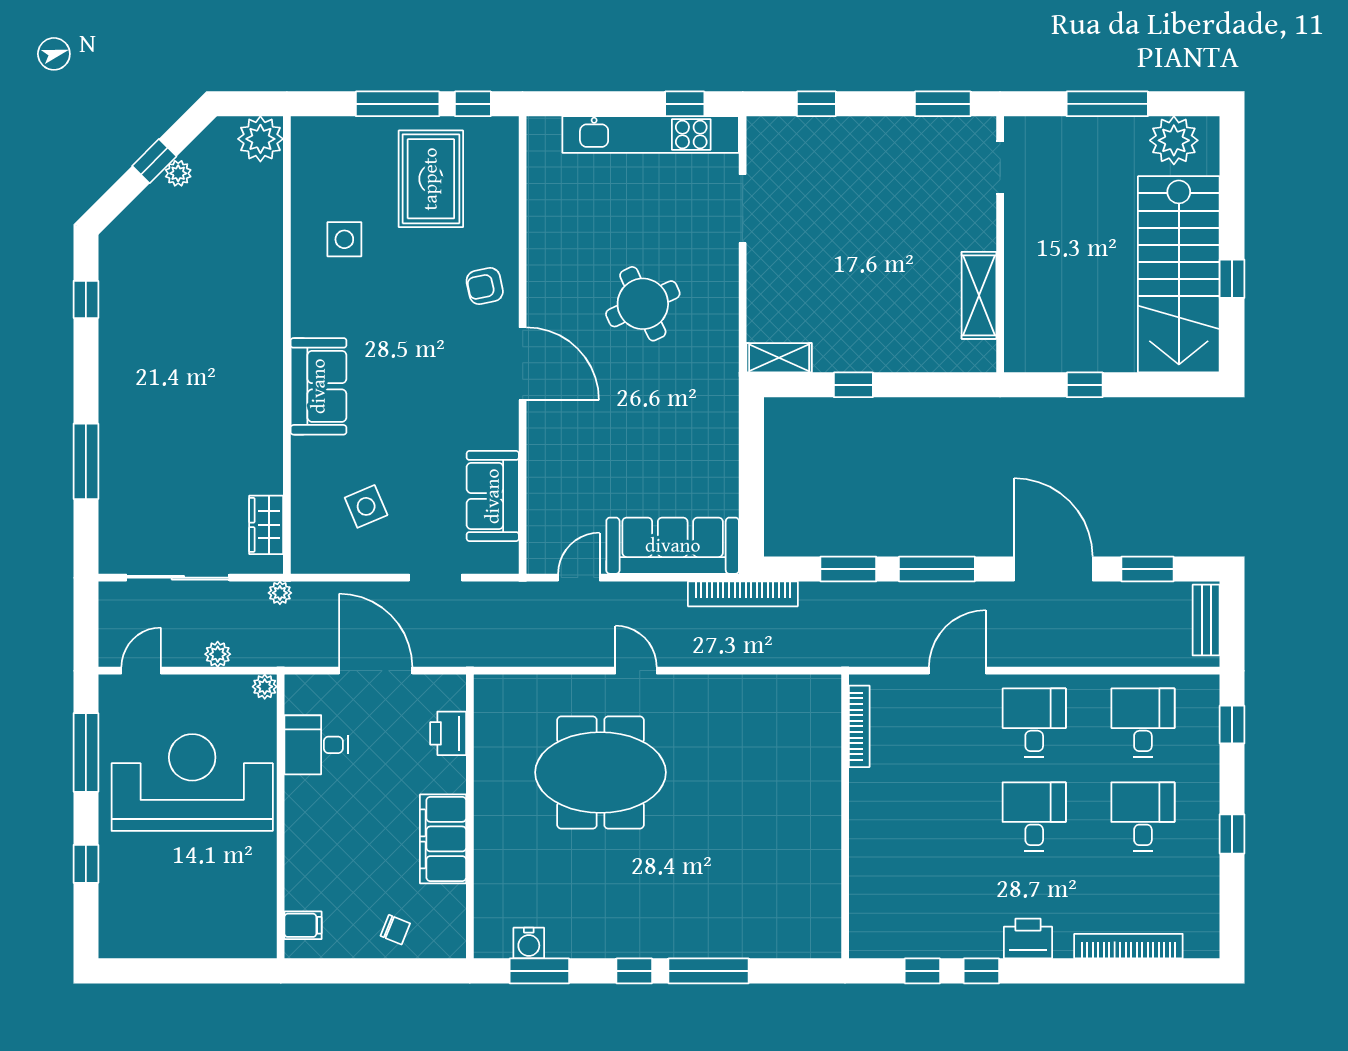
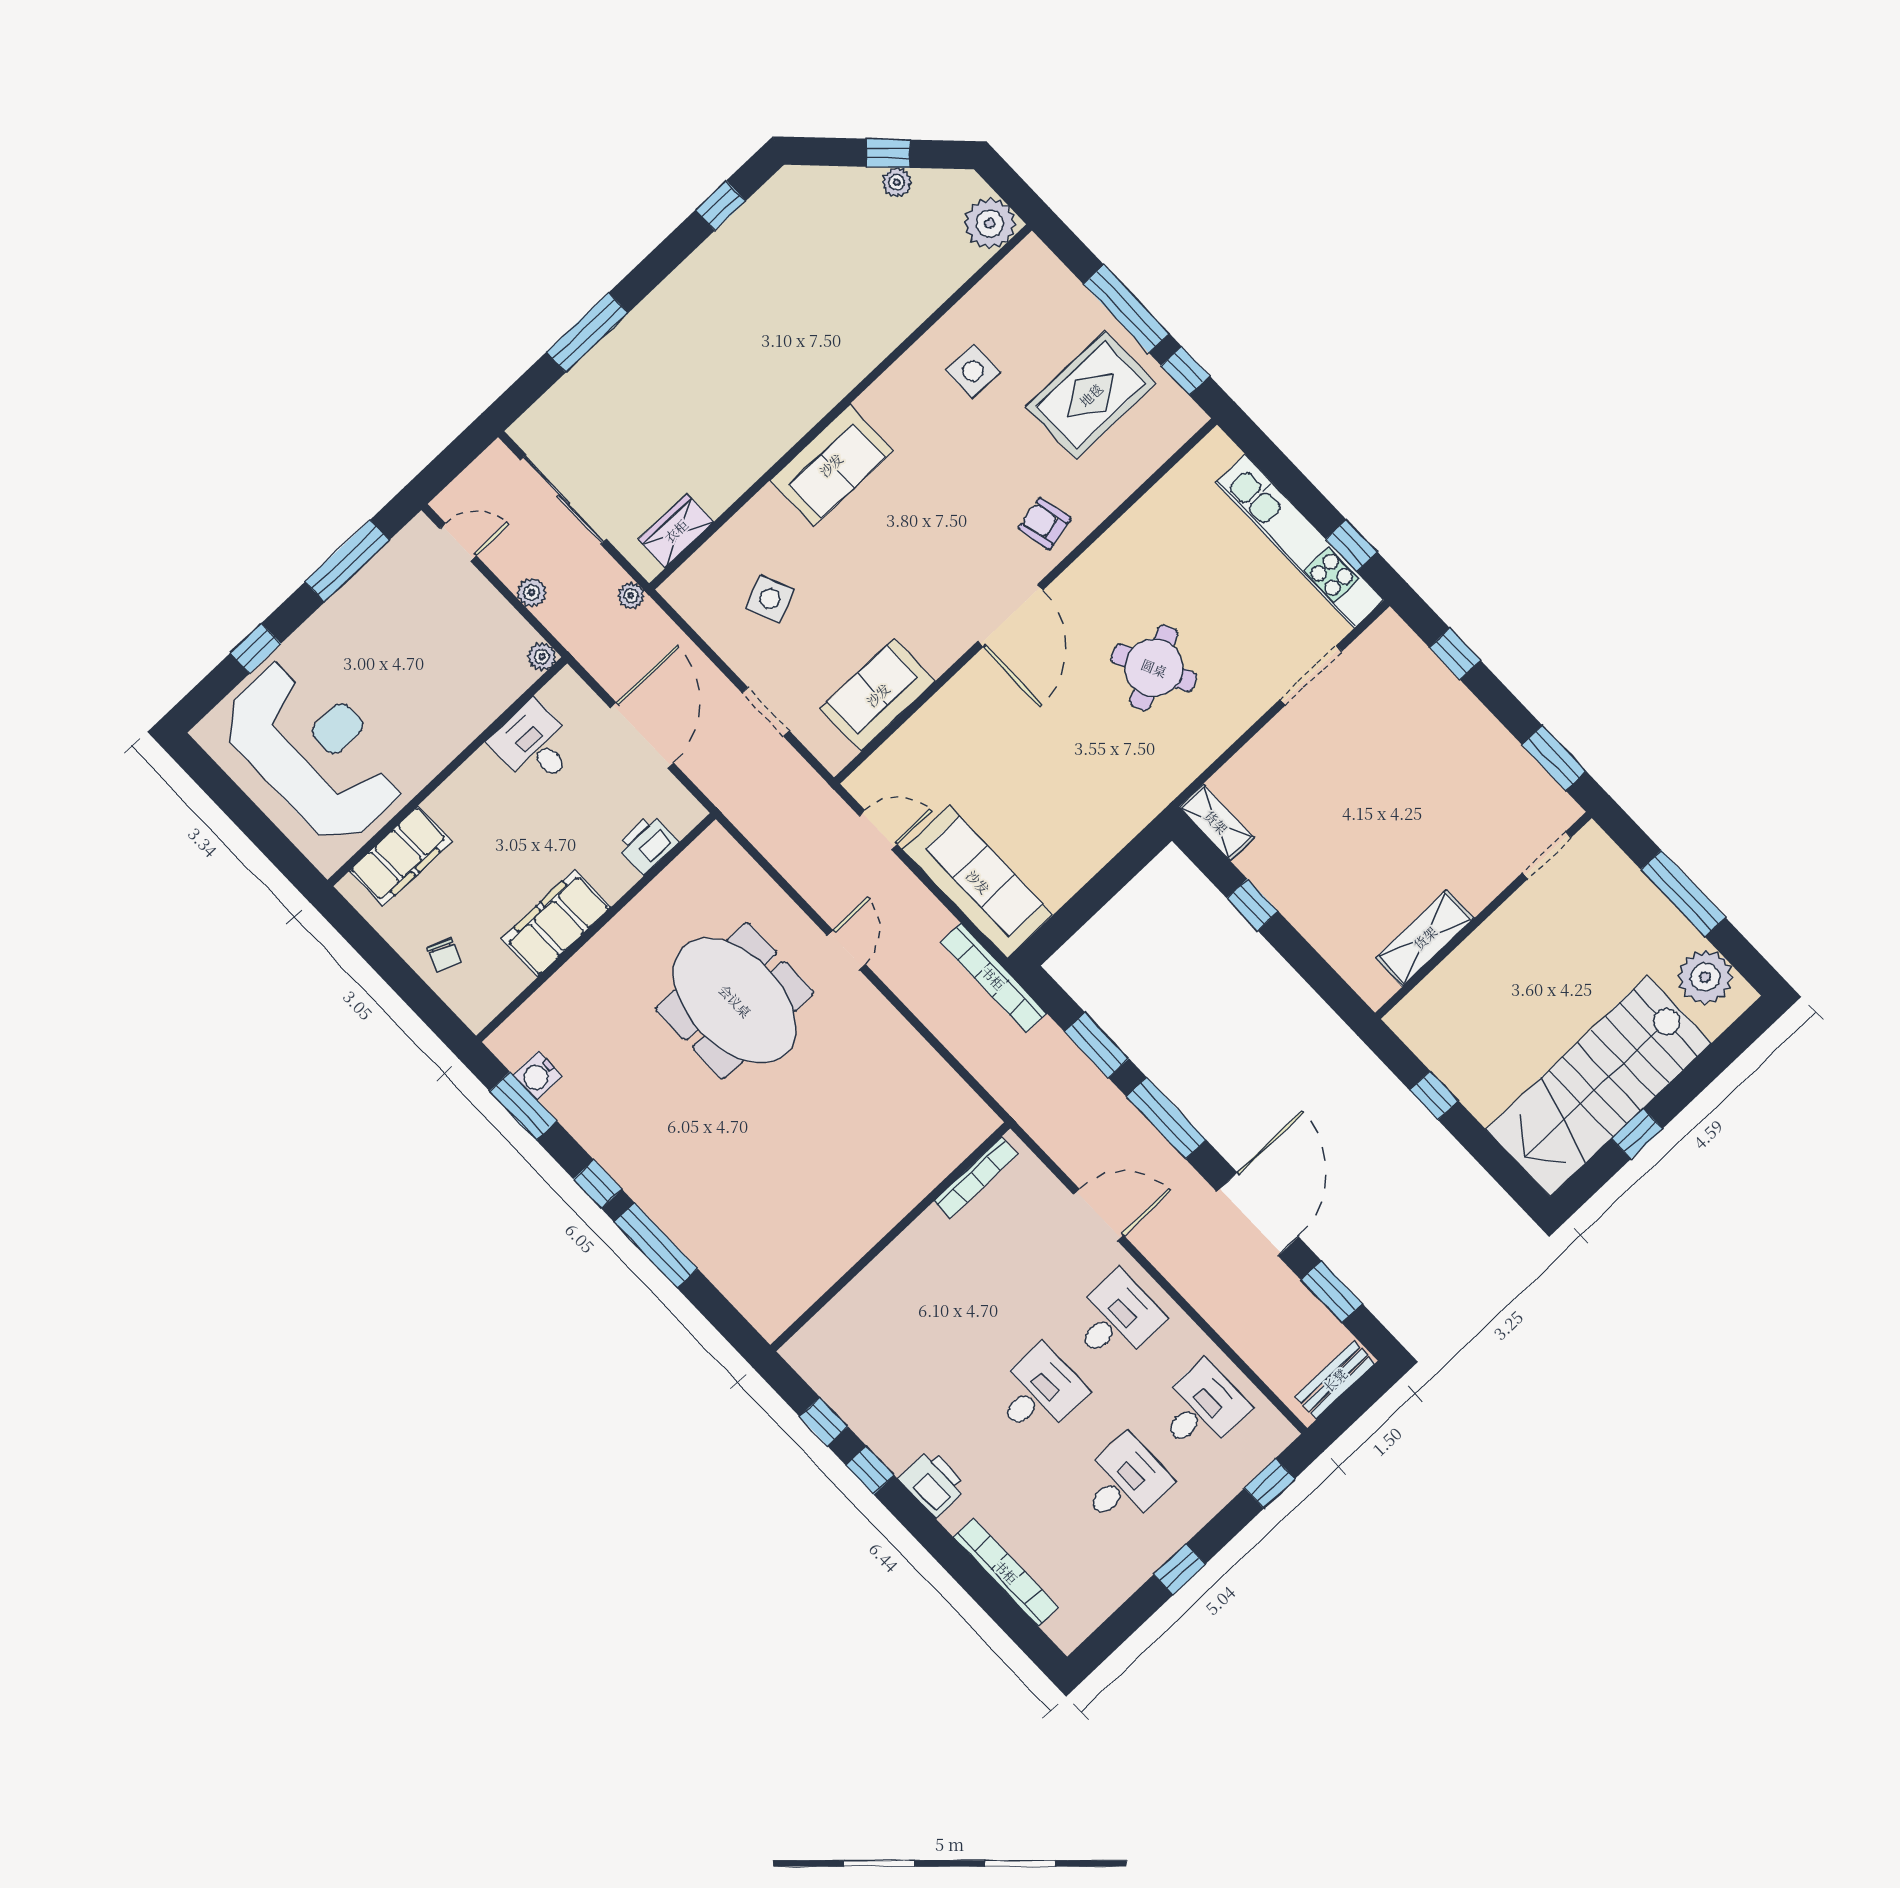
reception desk: (192, 783) -> (314, 751), moved
filing cabinet: (303, 925) -> (401, 856), width x3.00, depth x1.17

